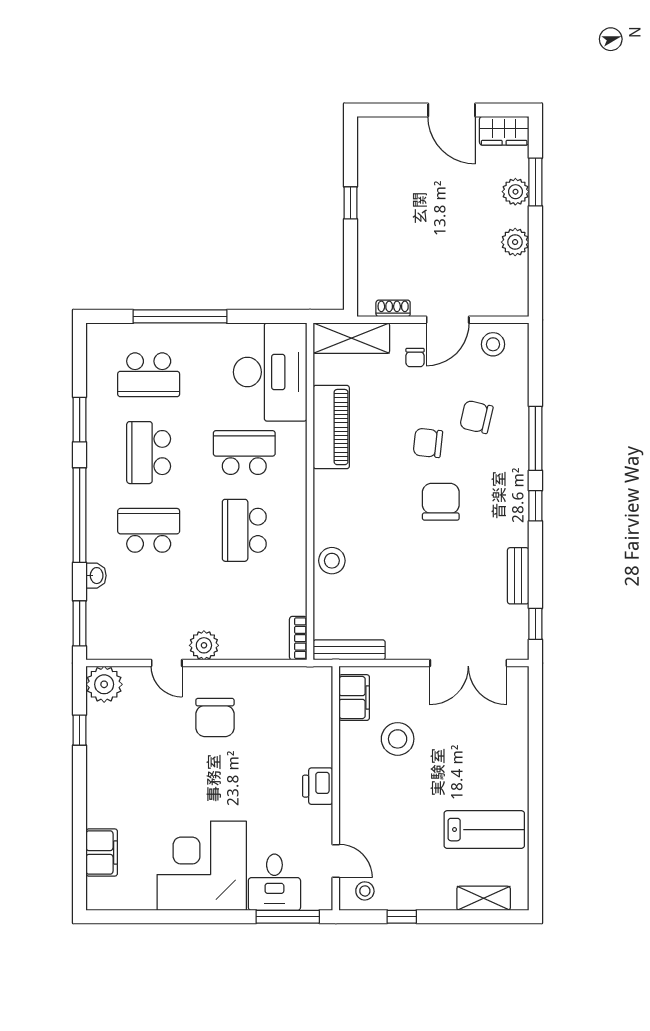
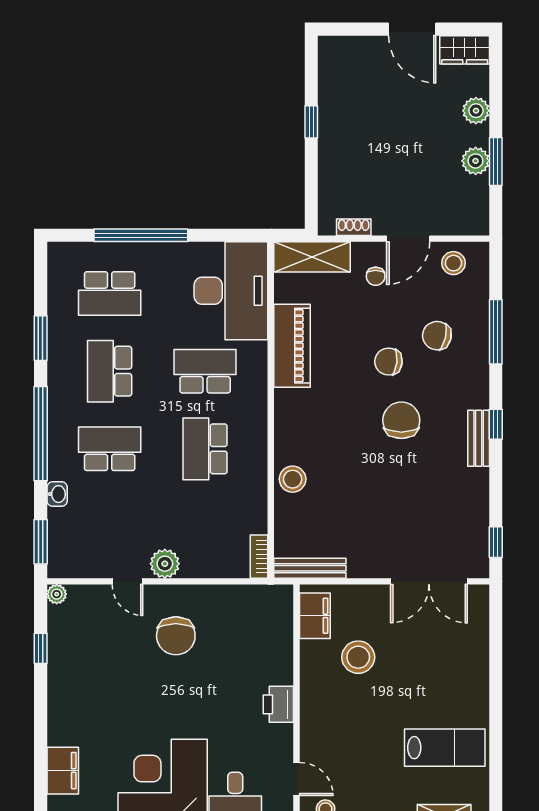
window: (535, 182) -> (496, 161), moved
window: (535, 438) -> (496, 332), moved
bench: (518, 576) -> (479, 438), moved
plant: (104, 684) -> (57, 594), width x0.53, depth x0.53

